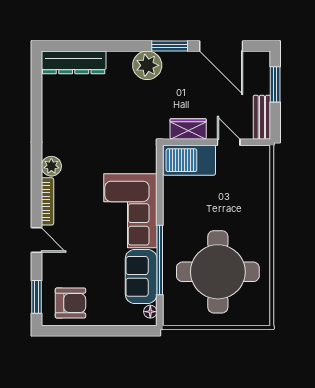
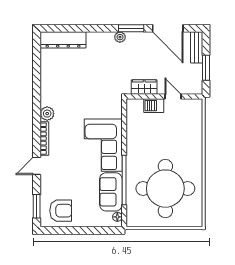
plant: (147, 65) -> (120, 37), width x0.53, depth x0.53
window: (275, 84) -> (206, 68), moved
bench: (262, 117) -> (197, 47), moved
barbecue: (189, 160) -> (154, 106), width x0.53, depth x0.65
door: (37, 240) -> (37, 166), swing flipped

